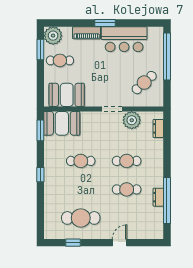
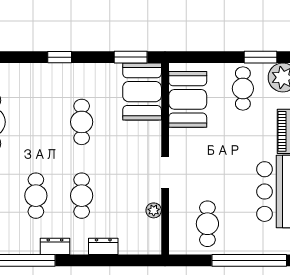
cafe table: (144, 83) -> (207, 224), turned 42
plant: (132, 120) -> (154, 210), width x0.53, depth x0.53
dresser: (158, 128) -> (103, 246), moved
dresser: (158, 197) -> (55, 246), moved

